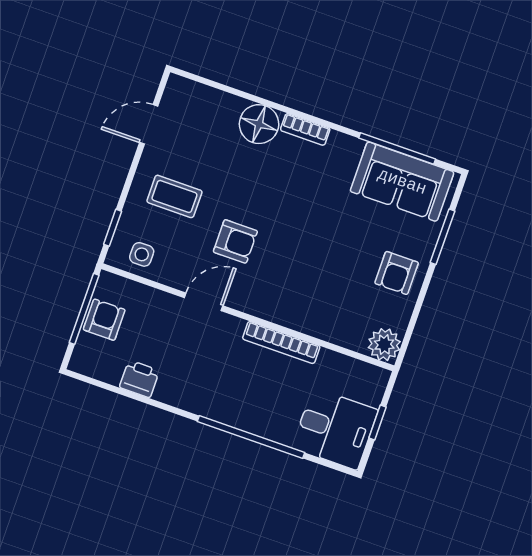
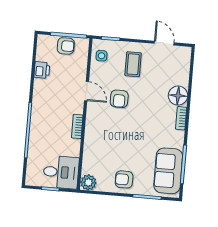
bookcase: (281, 343) -> (77, 126), width x0.64
desk: (335, 429) -> (61, 172), moved, turned -90

